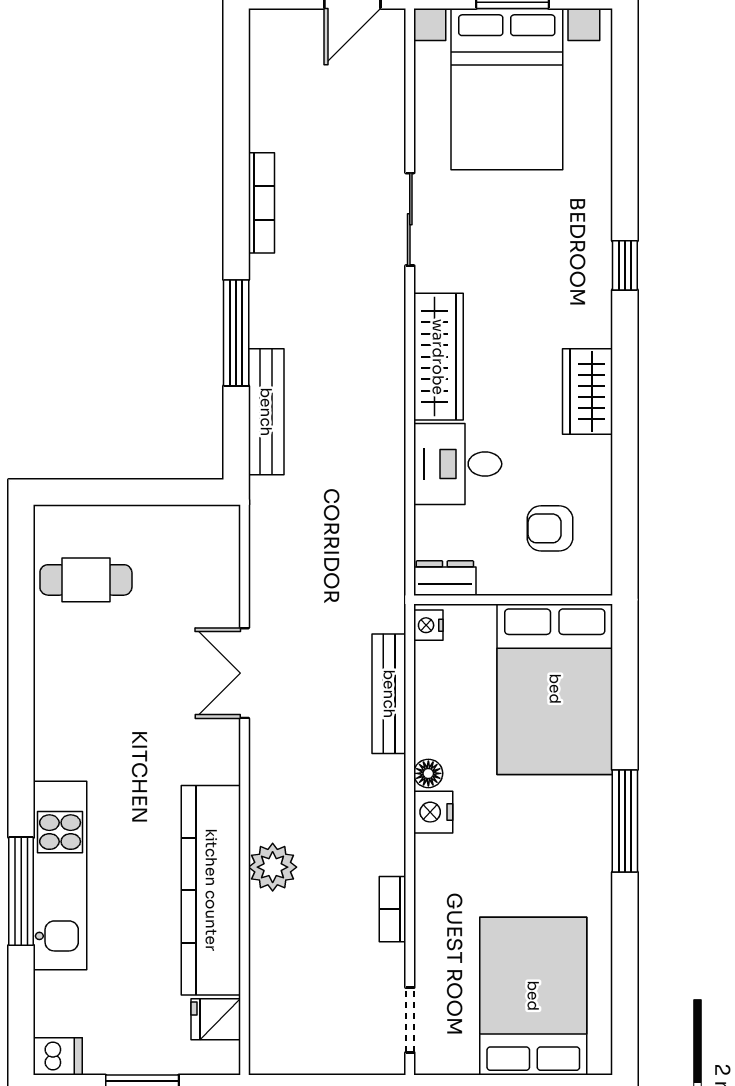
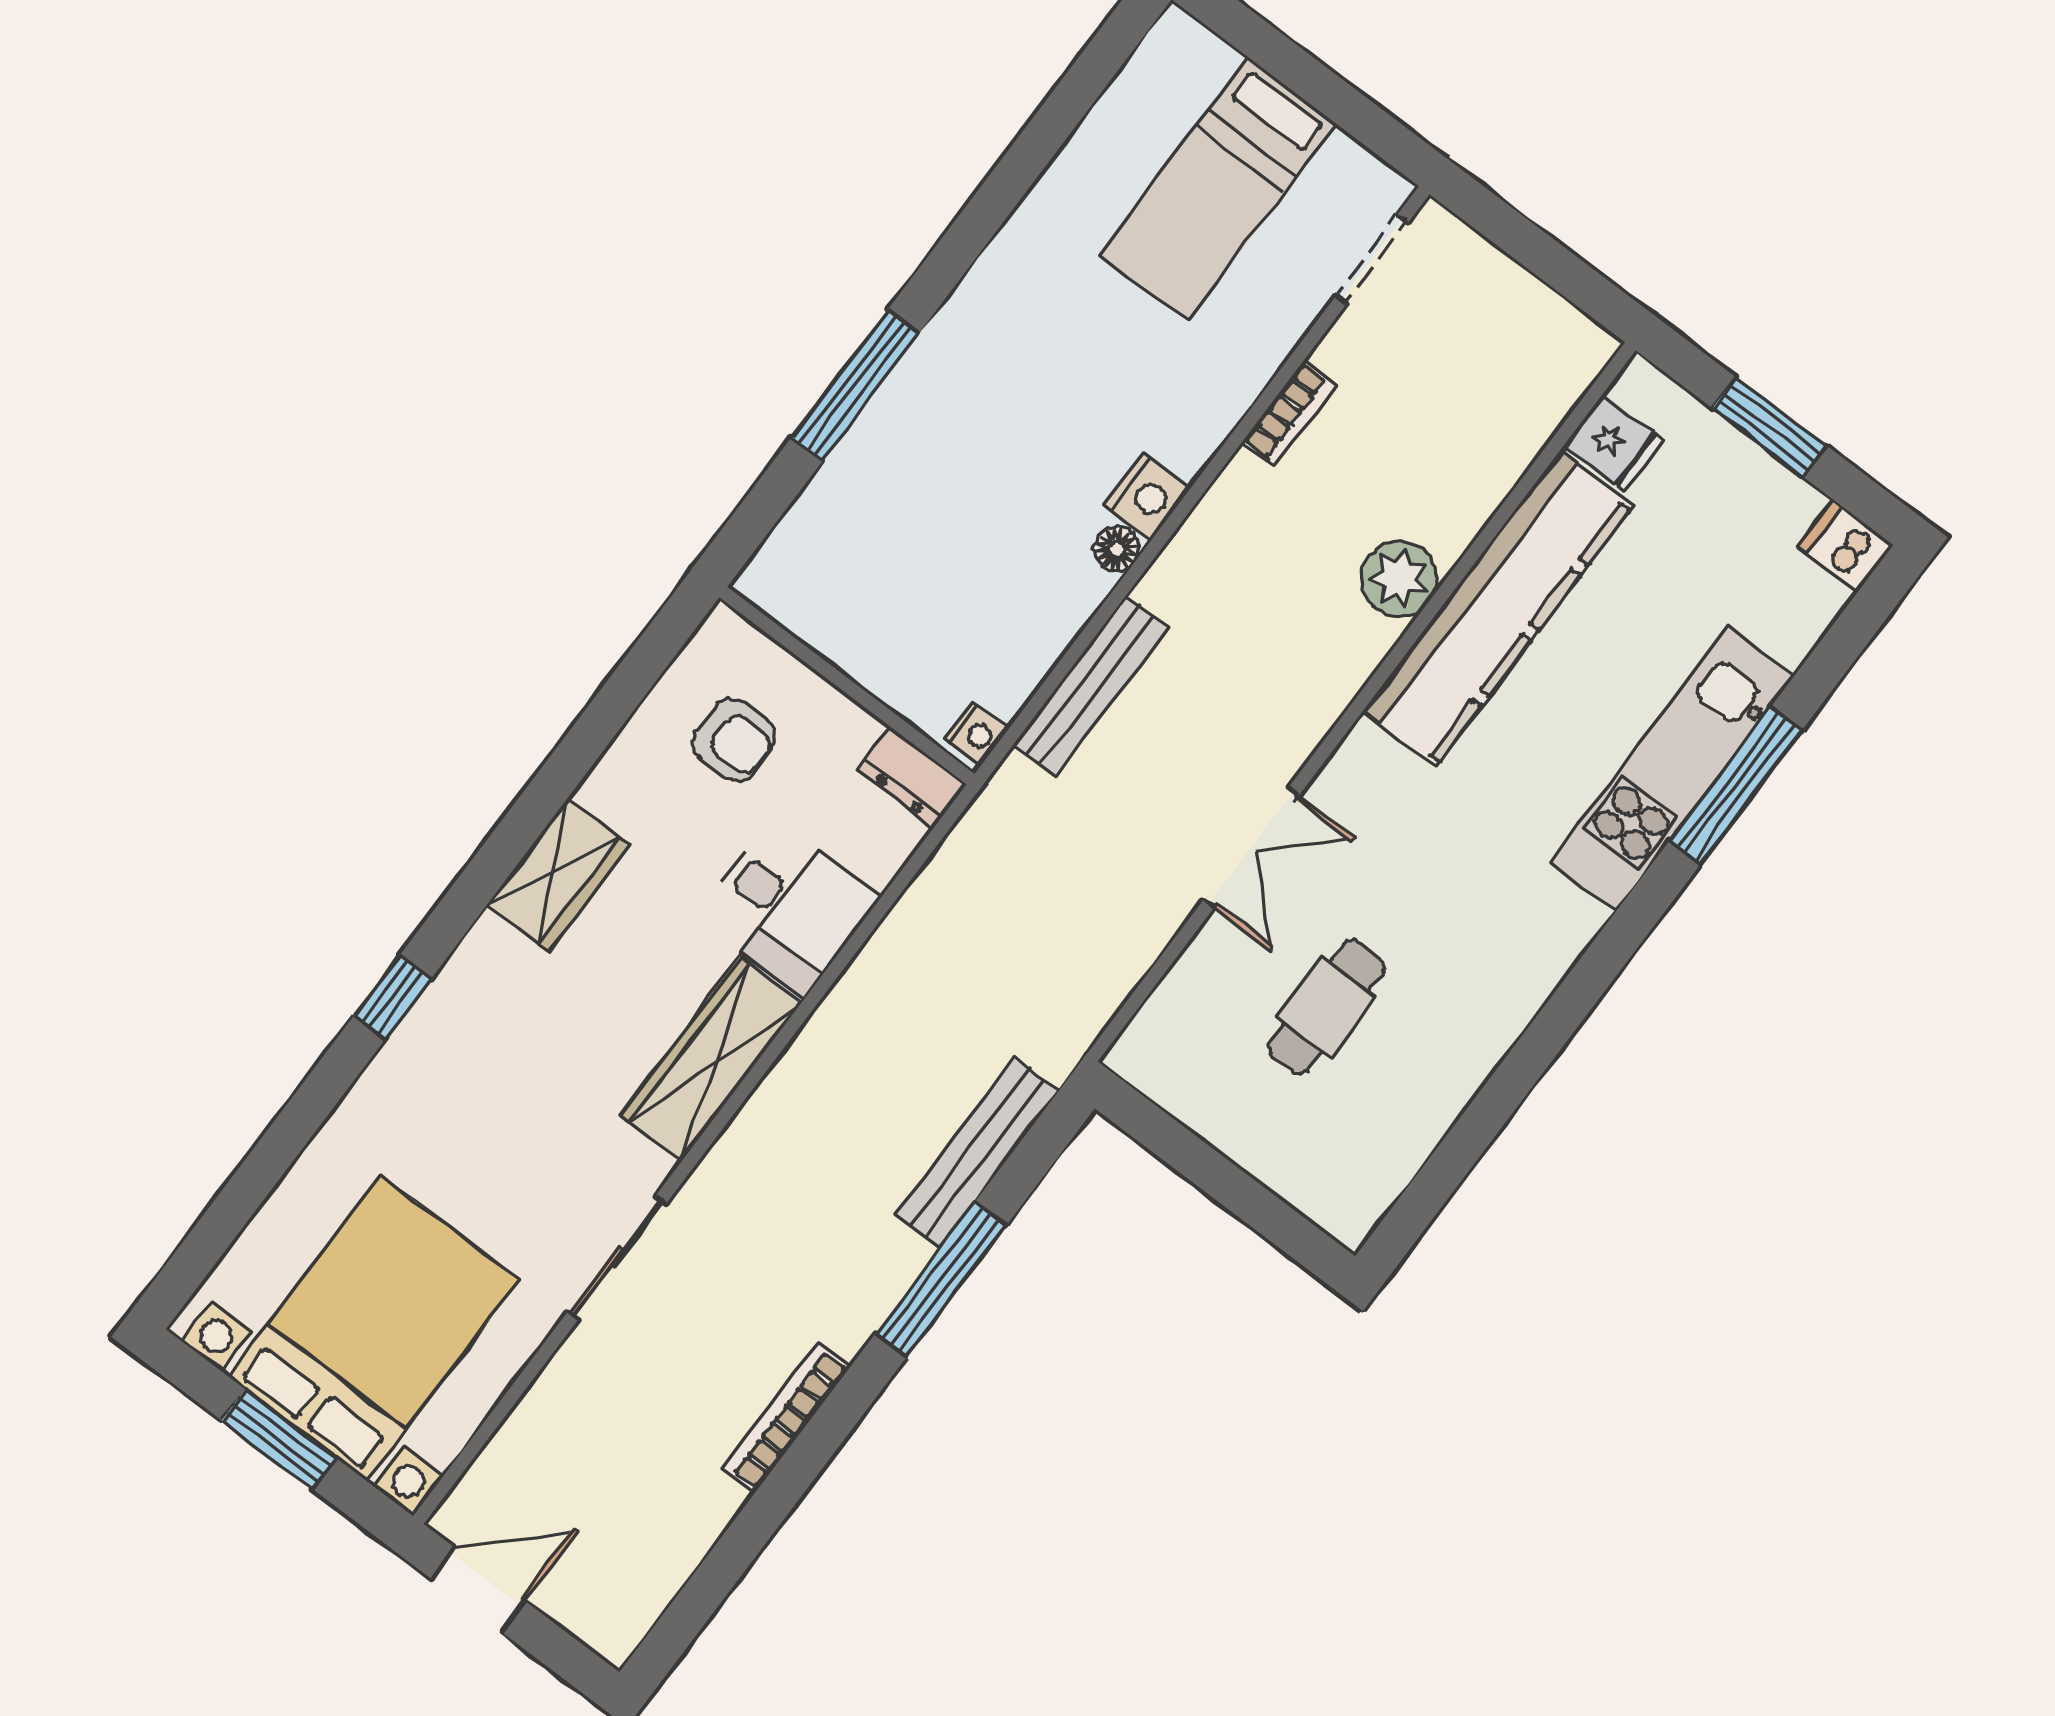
cafe table: (86, 580) -> (1326, 1007), moved, turned 90
bed: (555, 689) -> (880, 535), removed
window: (625, 821) -> (856, 385), moved
bed: (533, 996) -> (1218, 189), width x0.67

